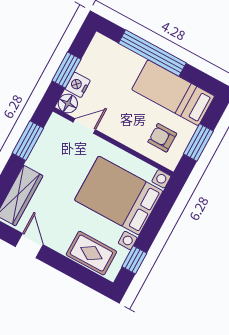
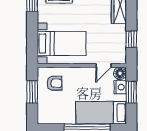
bed: (173, 93) -> (101, 113), moved, turned 180
window: (28, 141) -> (131, 39), width x0.67
bed with nightstands: (119, 196) -> (62, 43), width x0.73

